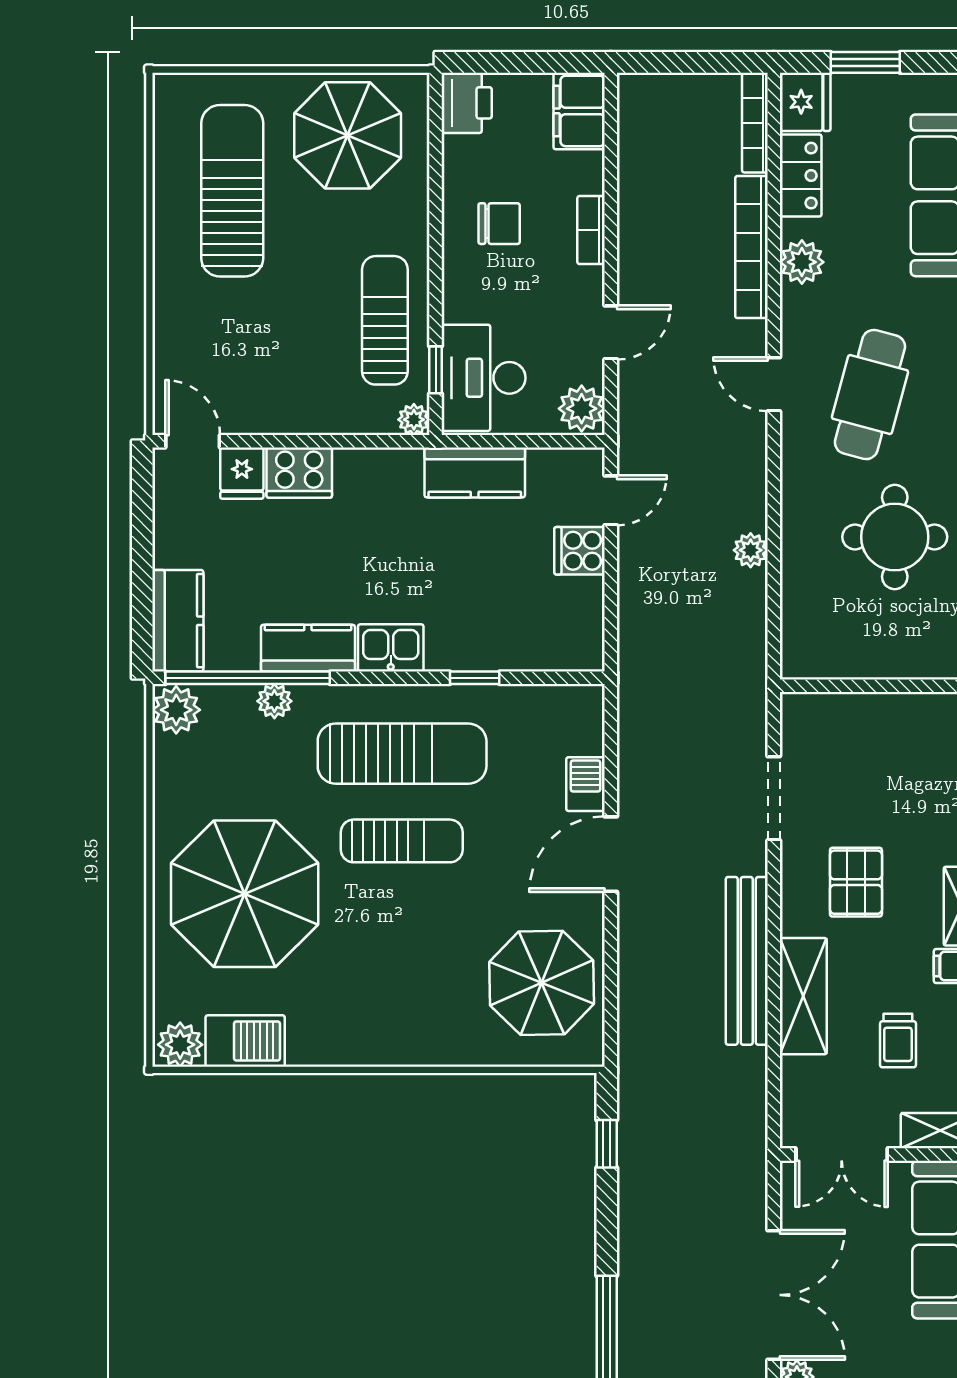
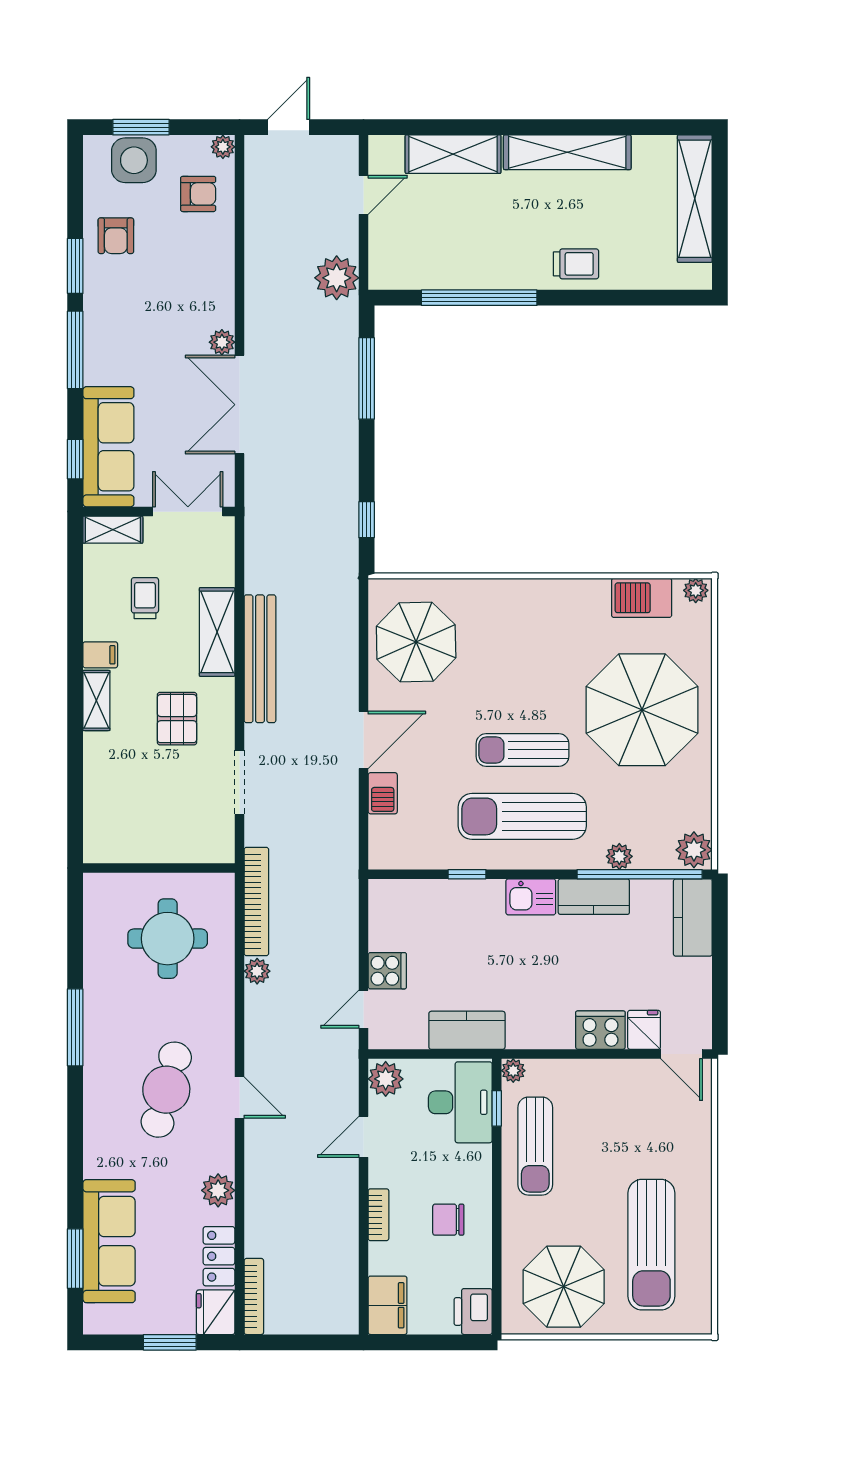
bookcase: (752, 247) -> (256, 901), moved
round table: (895, 537) -> (168, 939), moved
plant: (180, 1045) -> (696, 590), width x0.73, depth x0.73

